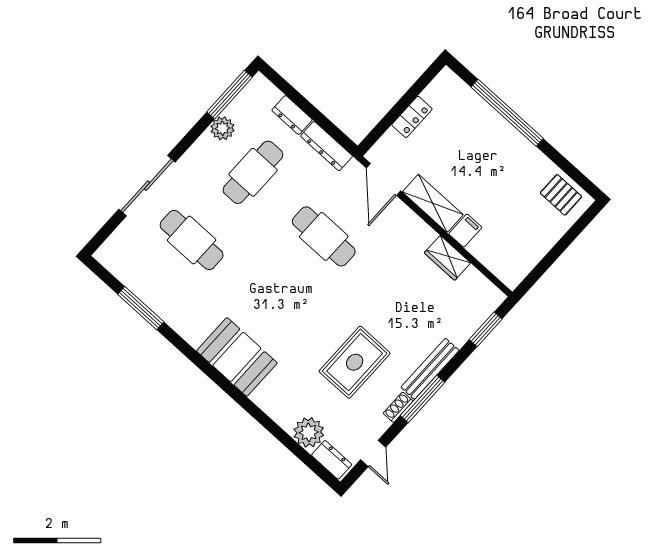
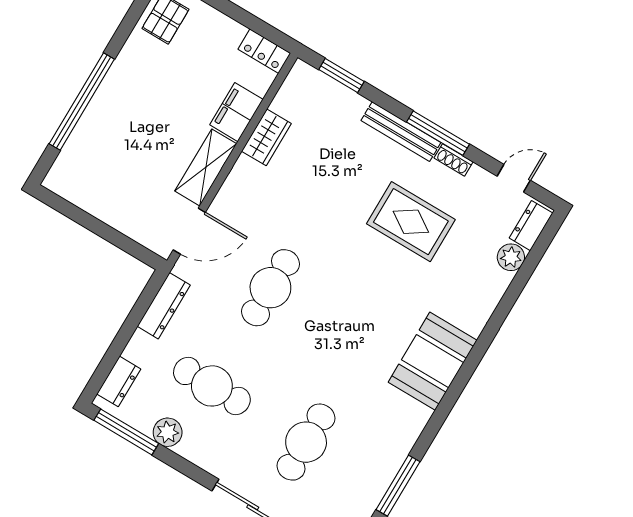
dresser: (292, 115) -> (119, 381), moved
locker: (412, 117) -> (264, 51), moved, turned 180
filing cabinet: (465, 231) -> (236, 112), width x2.00
plant: (309, 432) -> (511, 257), width x0.73, depth x0.73

